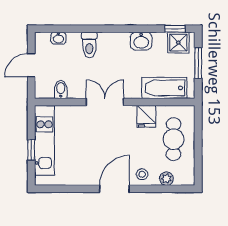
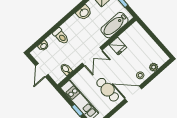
double door: (105, 102) -> (92, 57), swing flipped
cafe table: (174, 139) -> (108, 90), moved
door: (114, 189) -> (133, 94), hinge flipped

